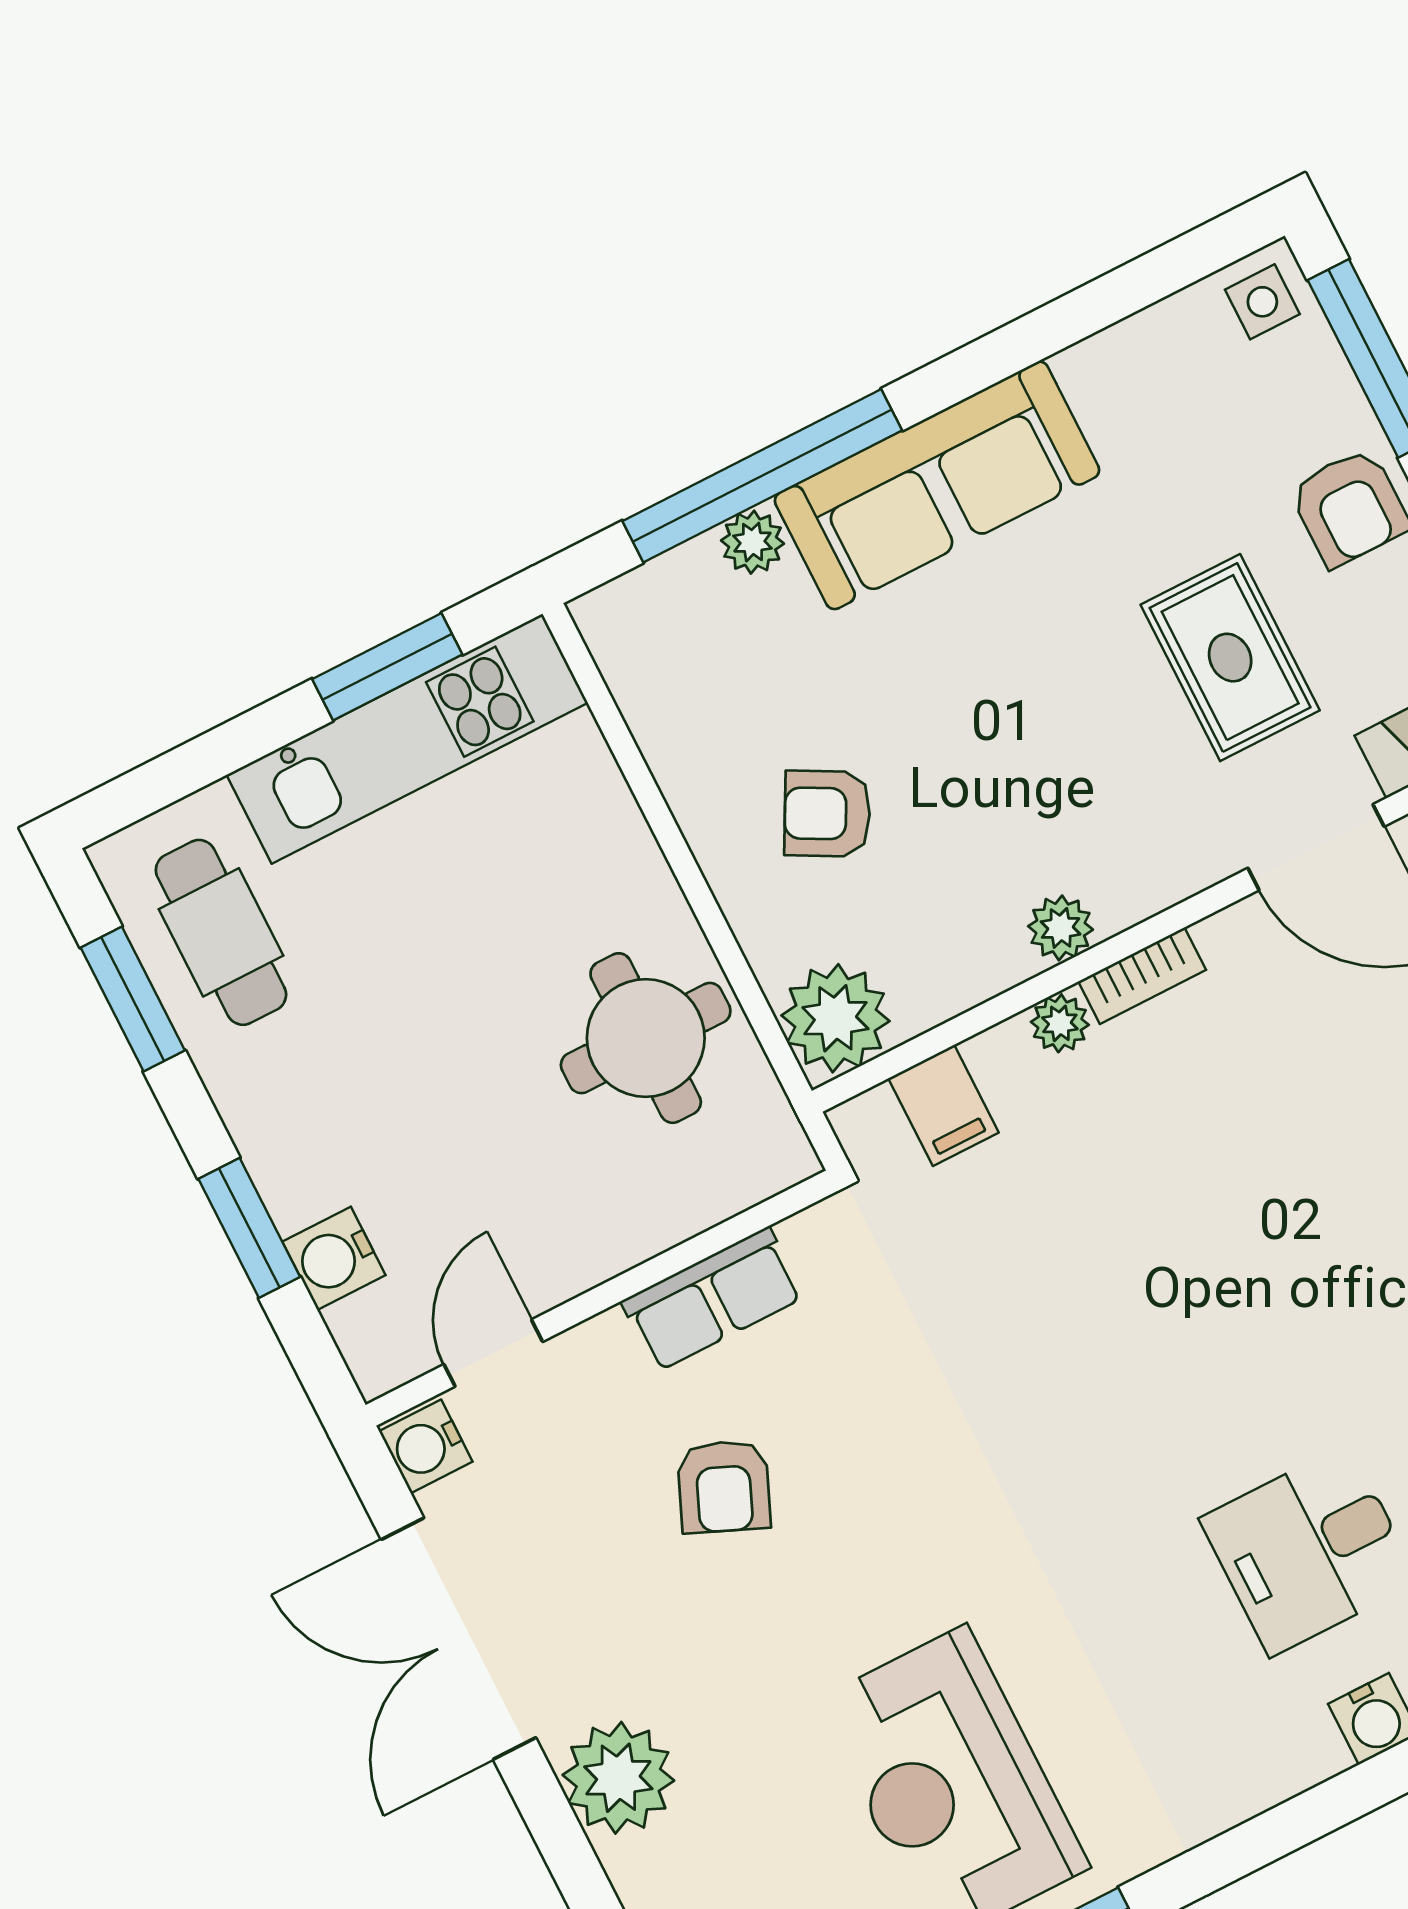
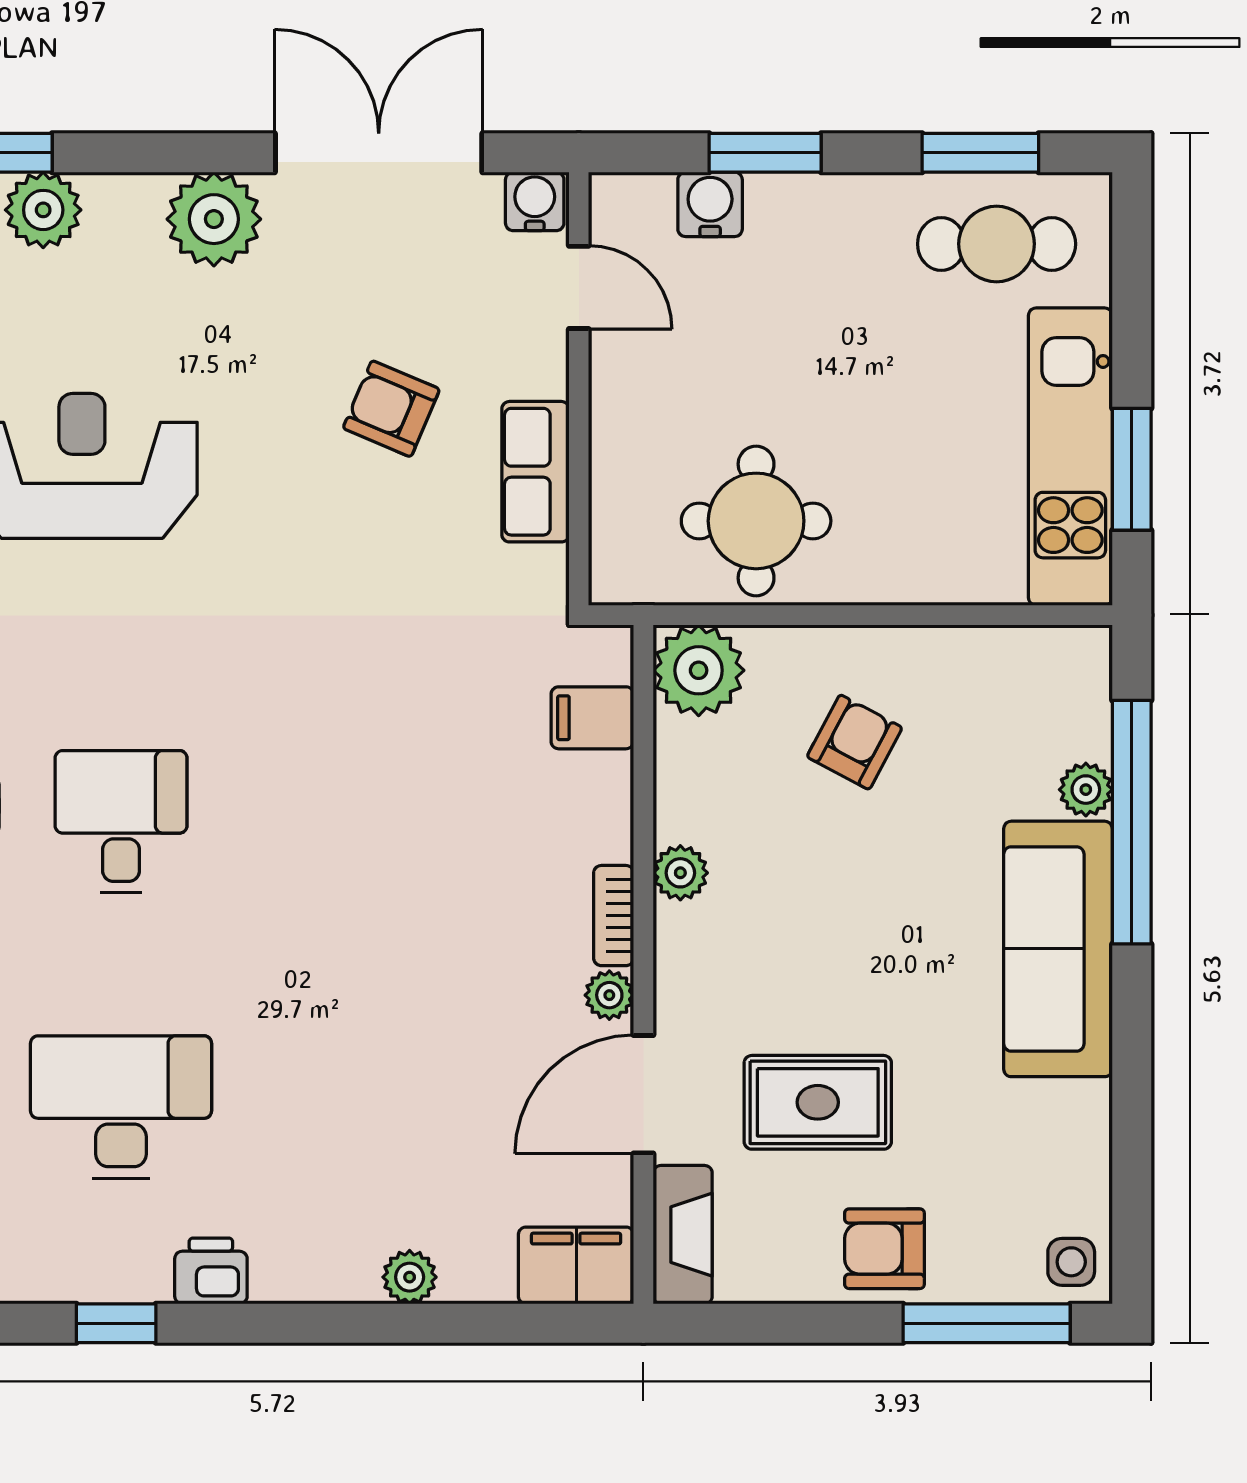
plant: (1060, 1023) -> (609, 995), moved

